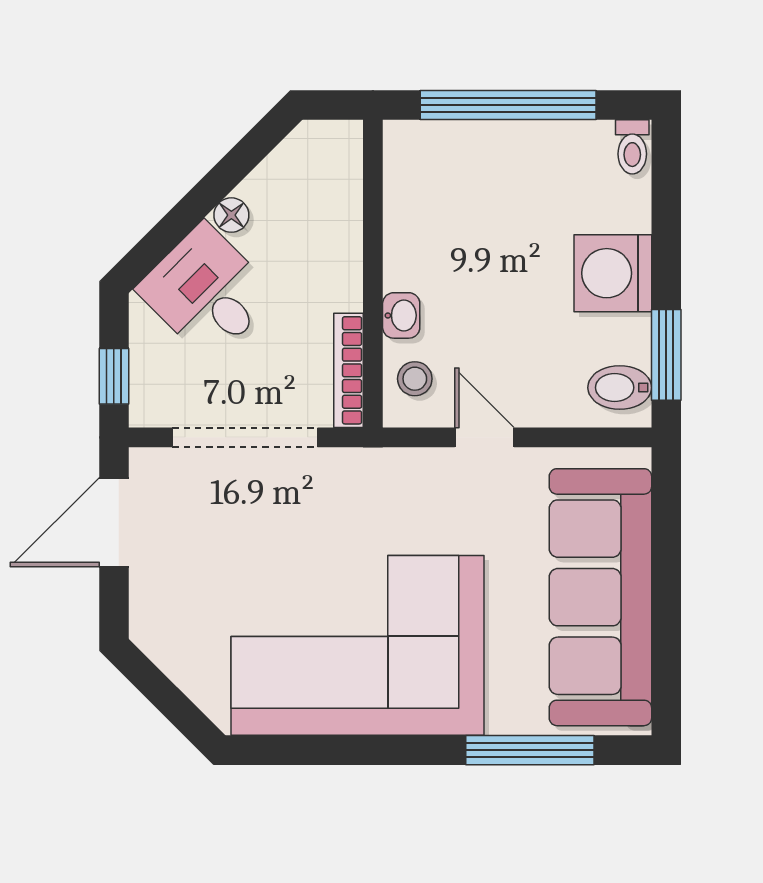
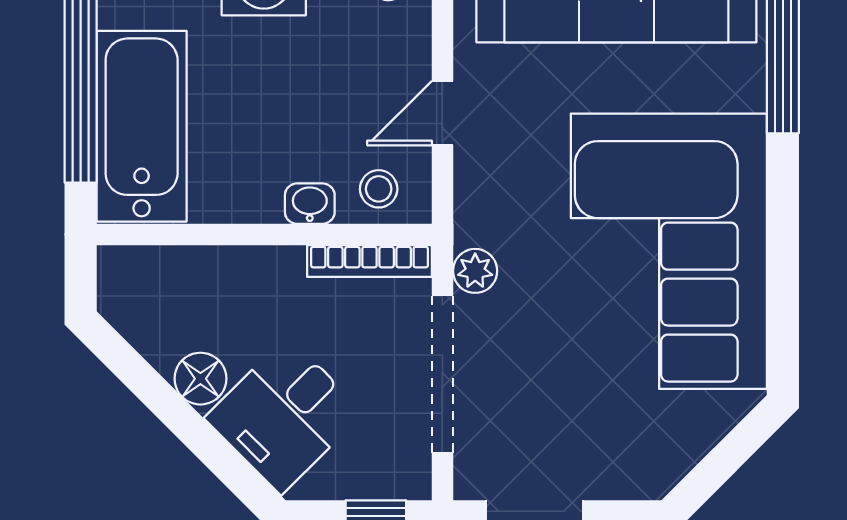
bathtub: (472, 161) -> (142, 126), added
floor lamp: (231, 215) -> (200, 379), width x1.37, depth x1.37
plant: (339, 467) -> (475, 271), added

